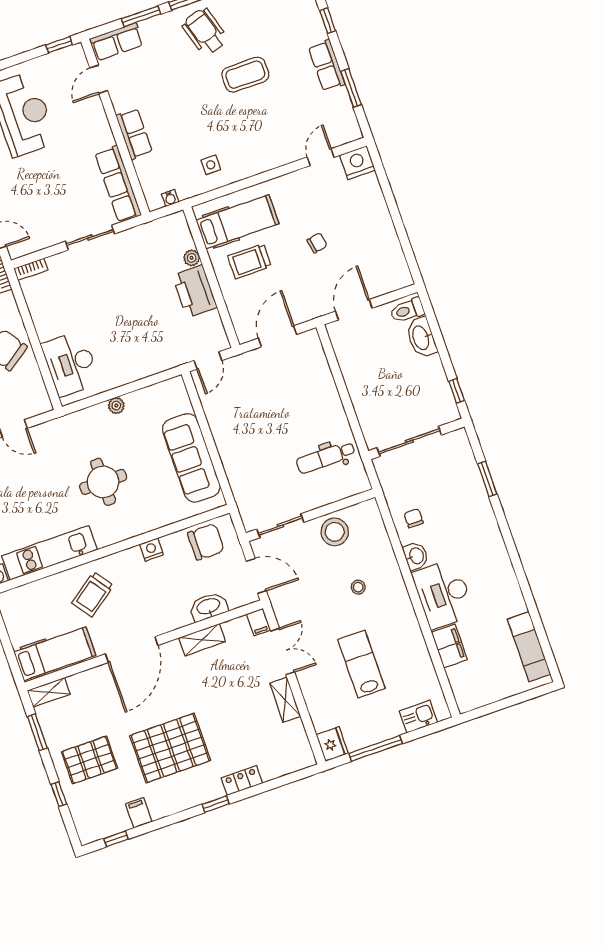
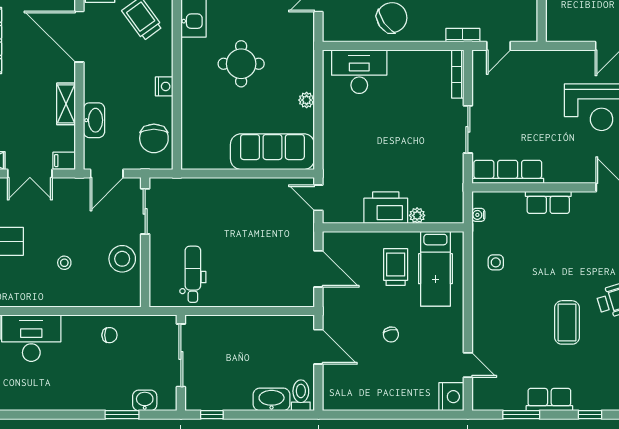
bookcase: (31, 269) -> (458, 74), width x1.56
sofa: (191, 458) -> (272, 152), moved
washbasin: (416, 556) -> (145, 400), moved, turned 180

